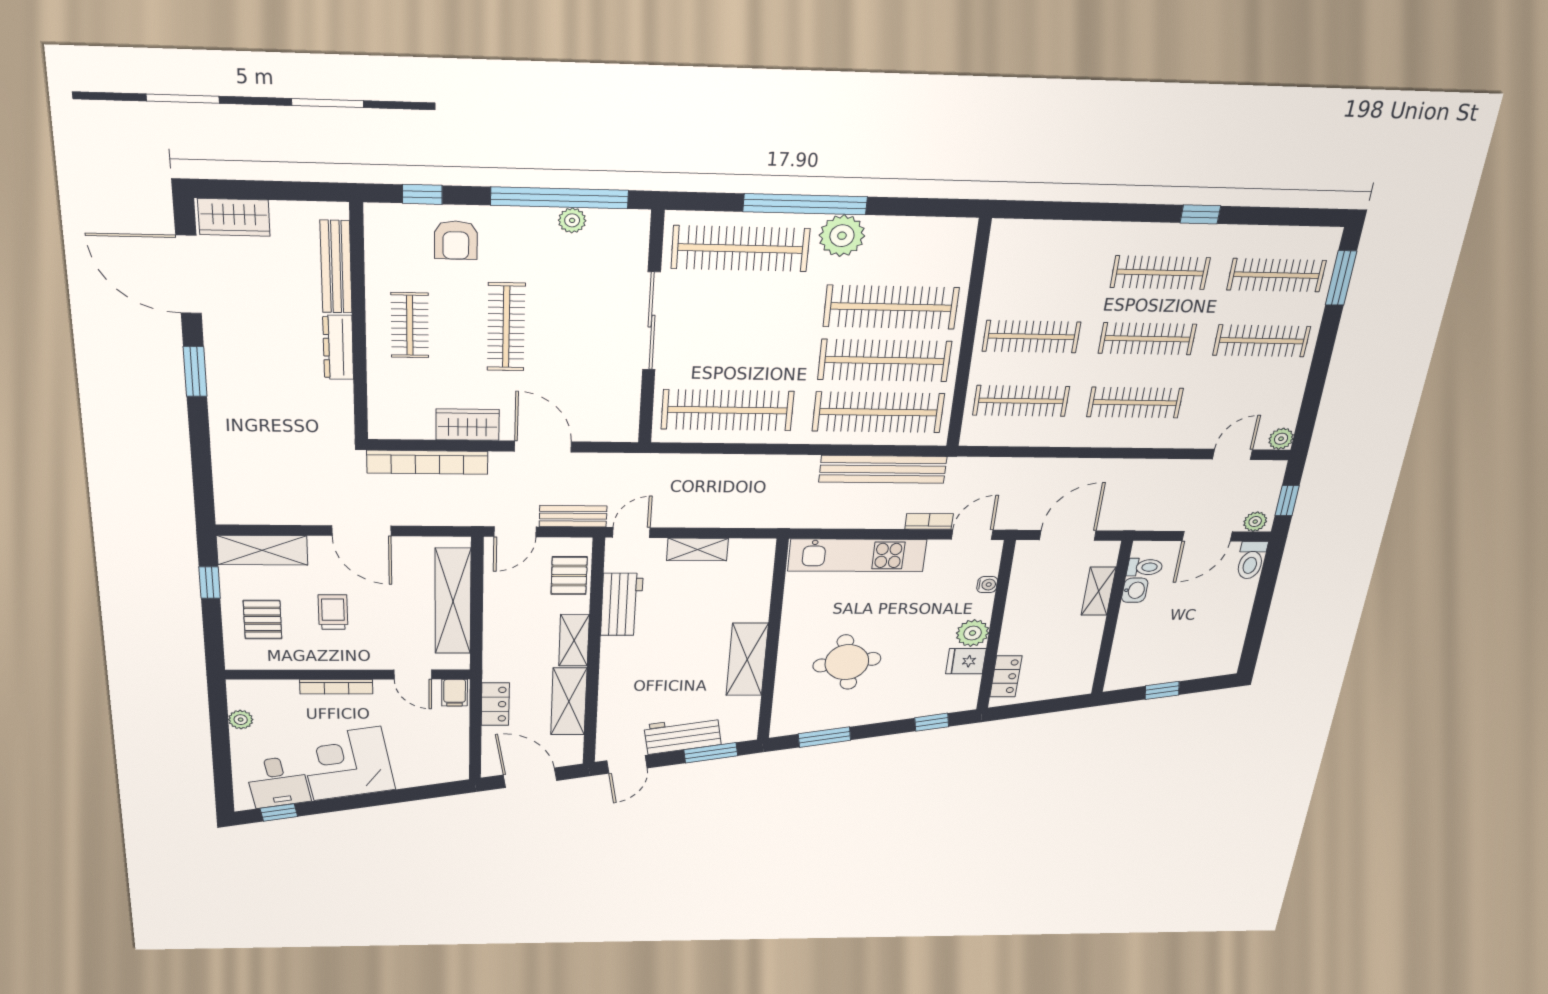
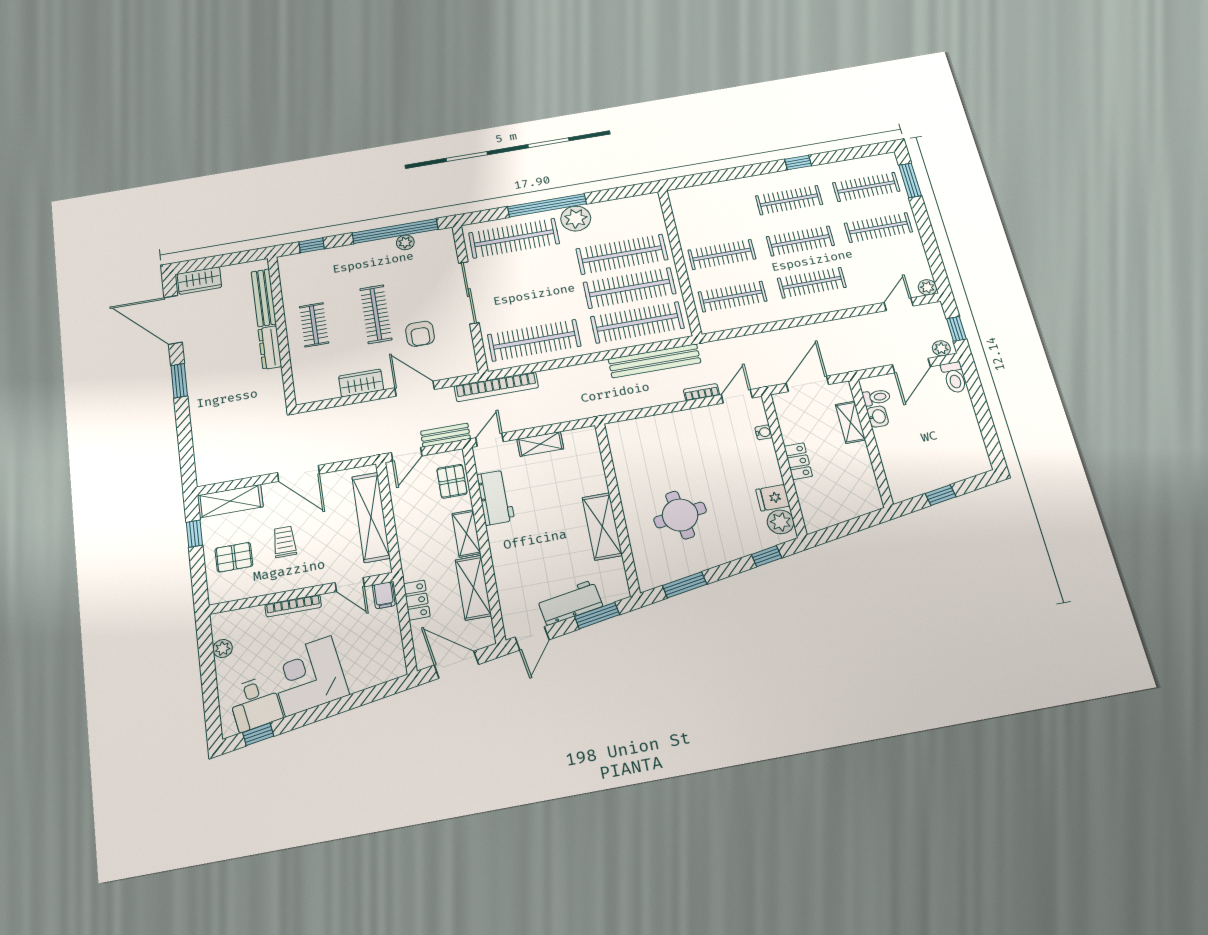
armchair: (456, 240) -> (420, 334), moved
bookcase: (427, 462) -> (496, 387), moved
kitchen unit: (857, 555) -> (658, 427), removed
pallet: (263, 620) -> (234, 557), turned 90
plant: (973, 633) -> (781, 522), moved
locker: (1006, 676) -> (798, 461), moved

